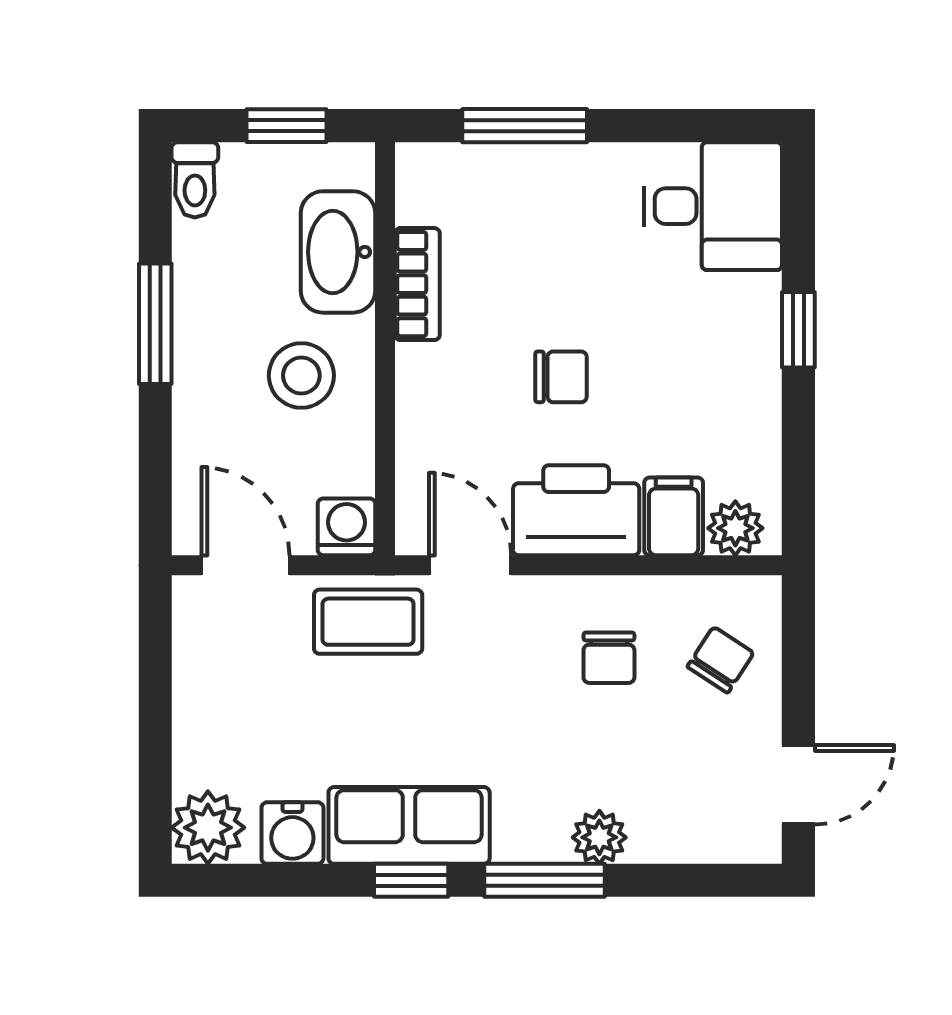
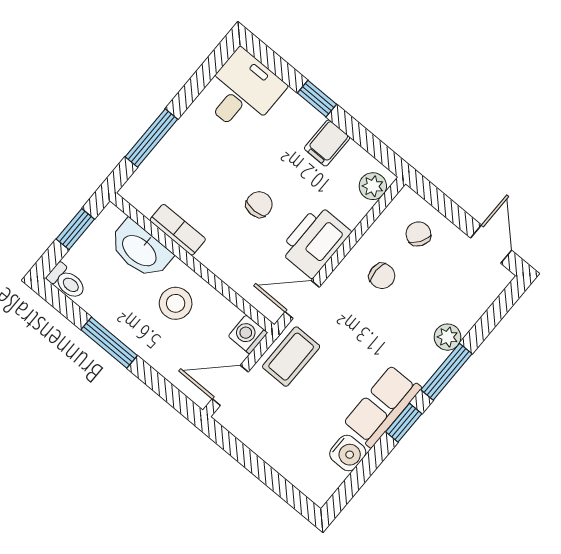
filing cabinet: (674, 516) -> (327, 143), moved, turned -90
plant: (208, 828) -> (319, 484), removed

